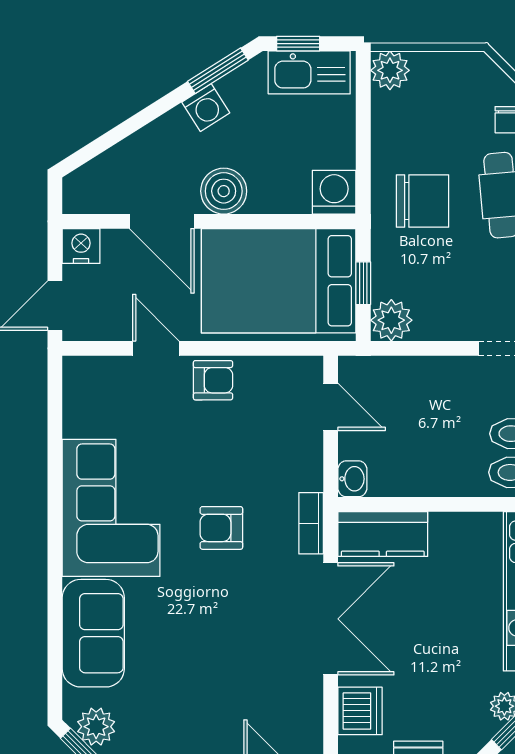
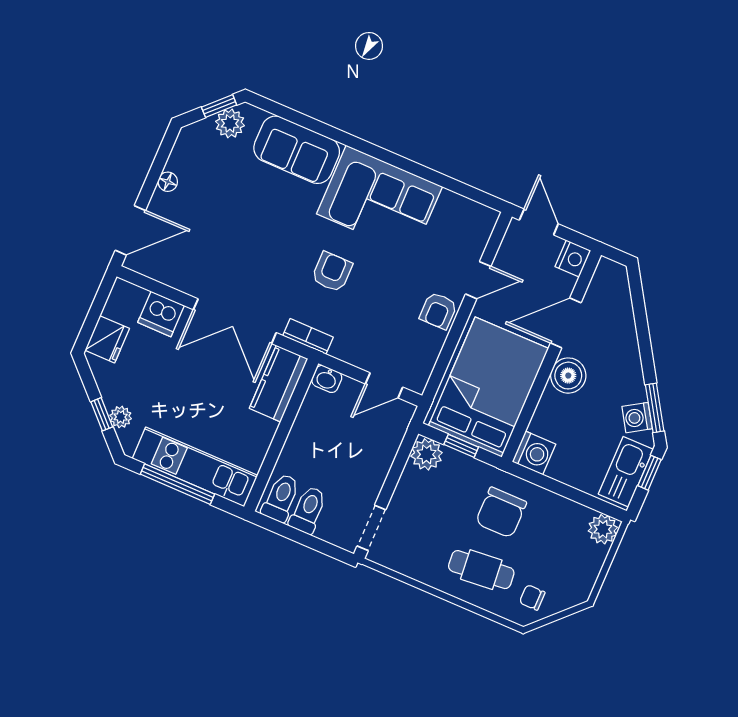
washing machine: (206, 108) -> (637, 418), moved

